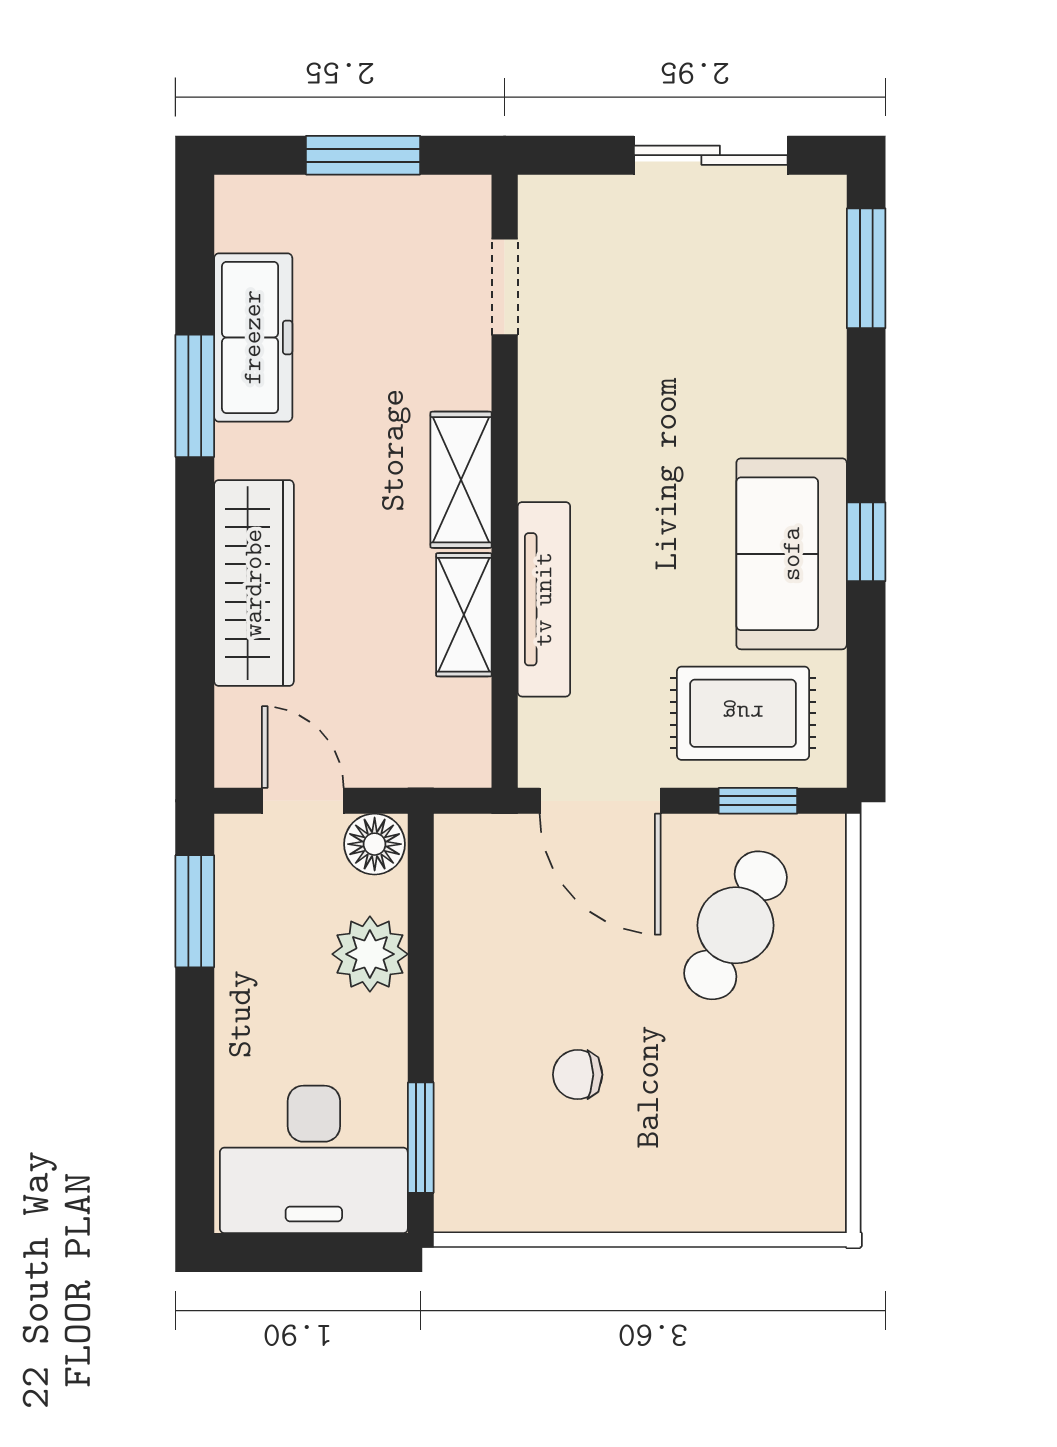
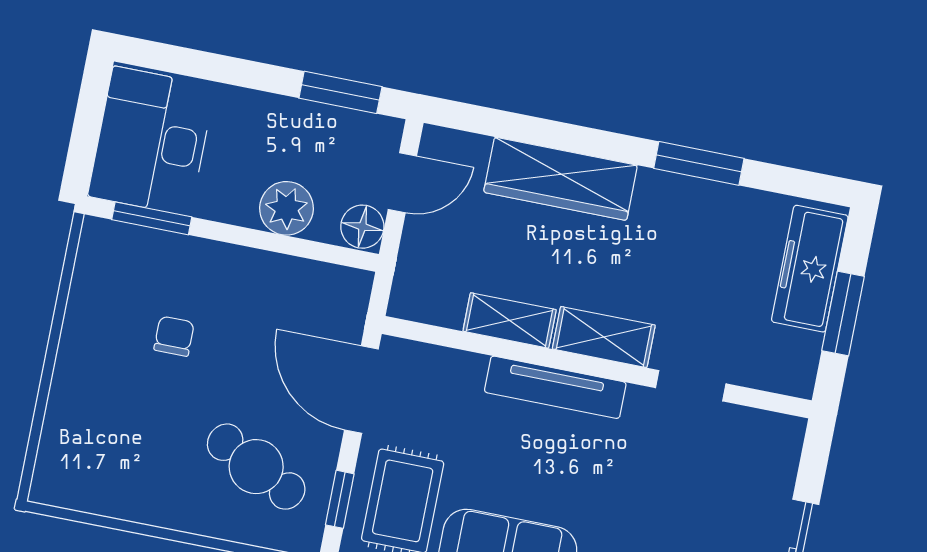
doorway: (505, 287) -> (691, 386), moved
freezer: (253, 337) -> (810, 269), moved, turned 90
tv unit: (544, 599) -> (555, 387), moved
door: (600, 801) -> (361, 390), hinge flipped

